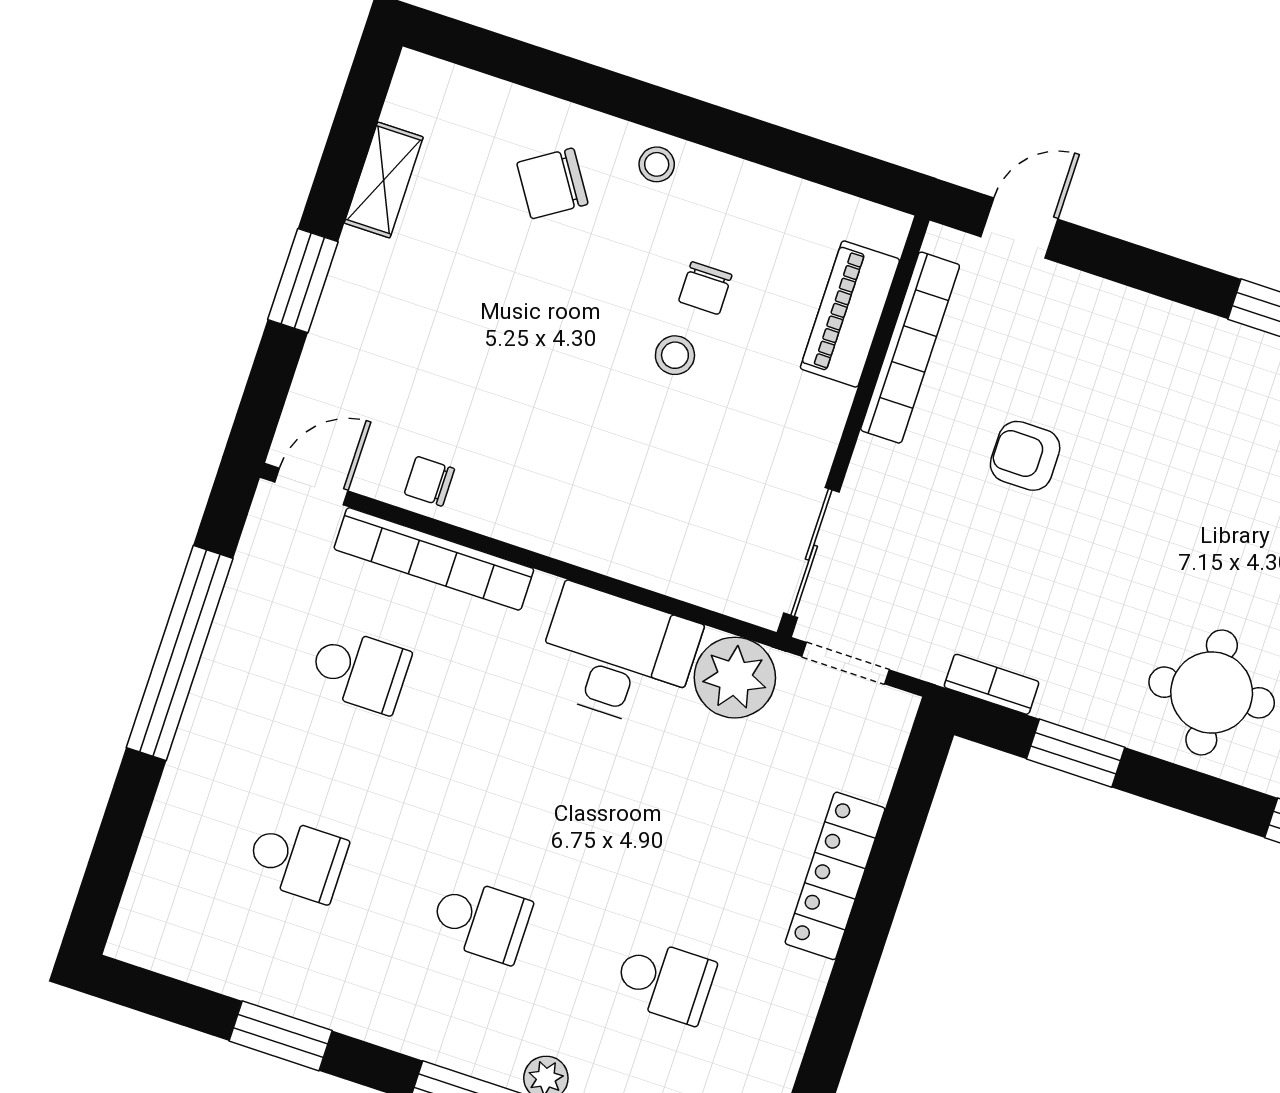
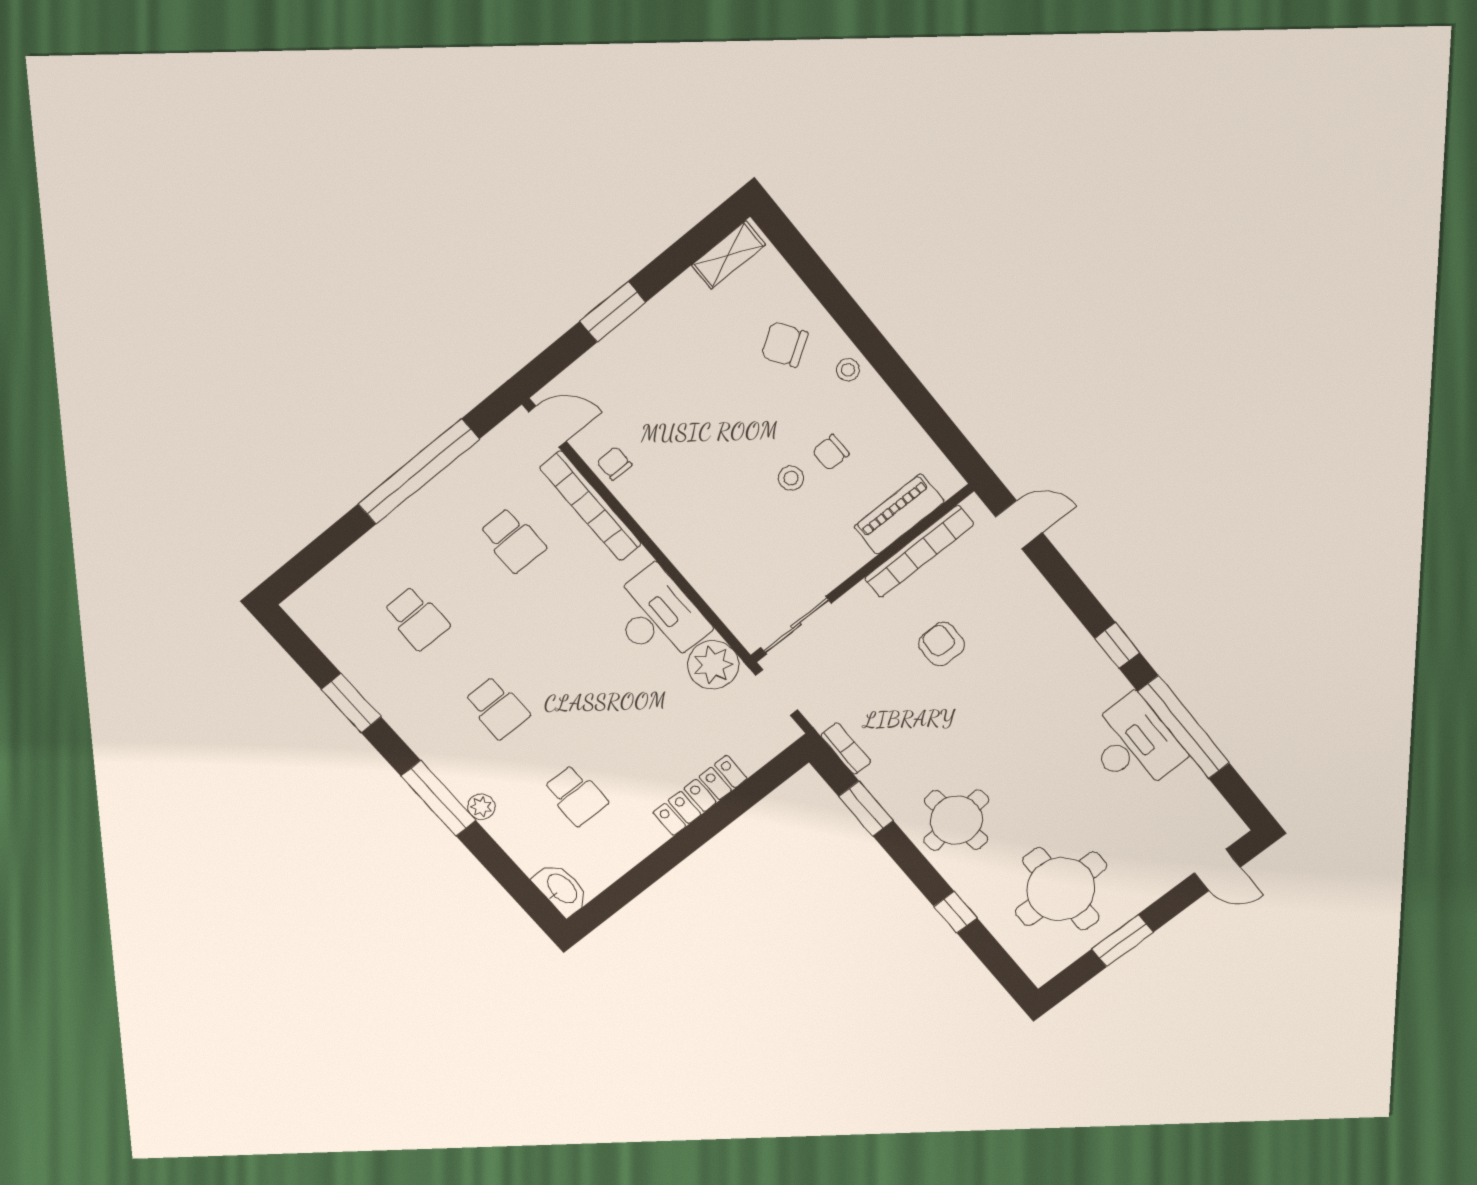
shelving: (384, 180) -> (728, 255), moved

